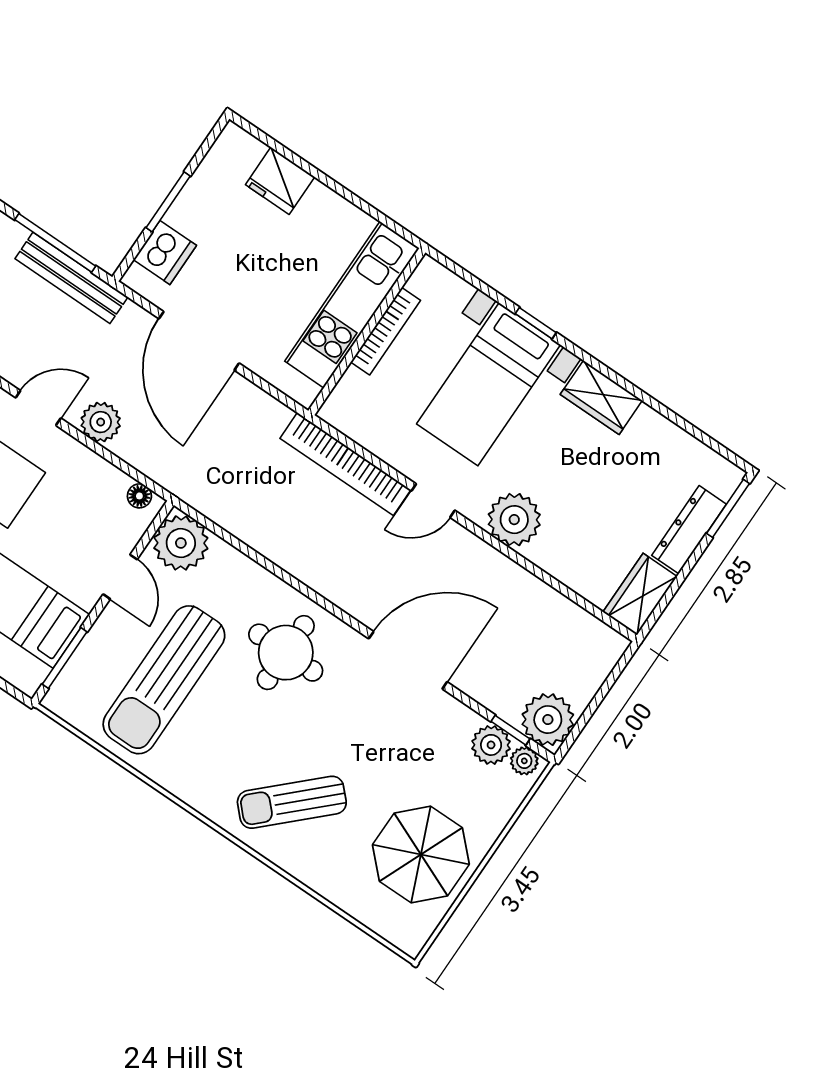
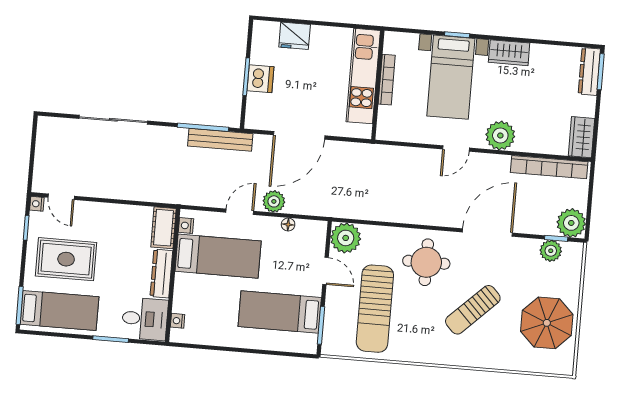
dishwasher: (165, 253) -> (260, 79), moved
door: (199, 341) -> (299, 135), hinge flipped
bookcase: (345, 464) -> (549, 167), moved
floor lamp: (139, 496) -> (288, 224), moved
dresser: (689, 530) -> (589, 71), moved
plant: (524, 761) -> (571, 249), removed
sun lounger: (292, 802) -> (473, 310), moved

